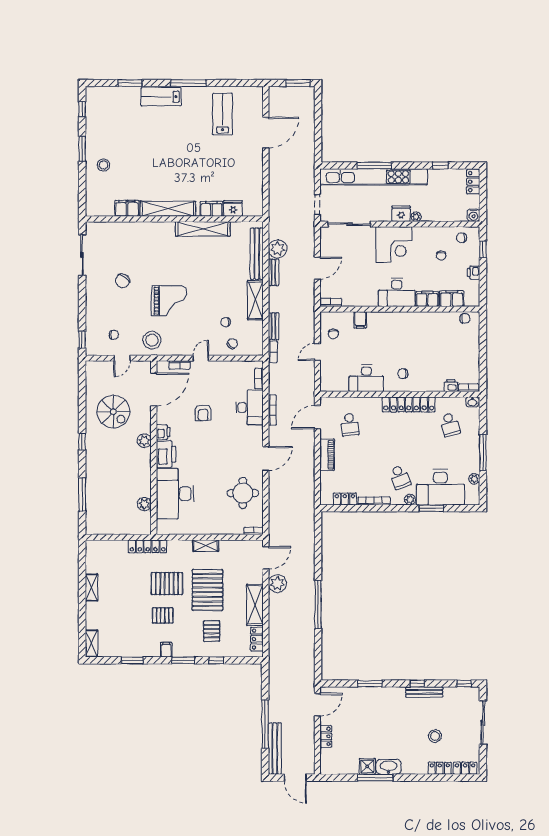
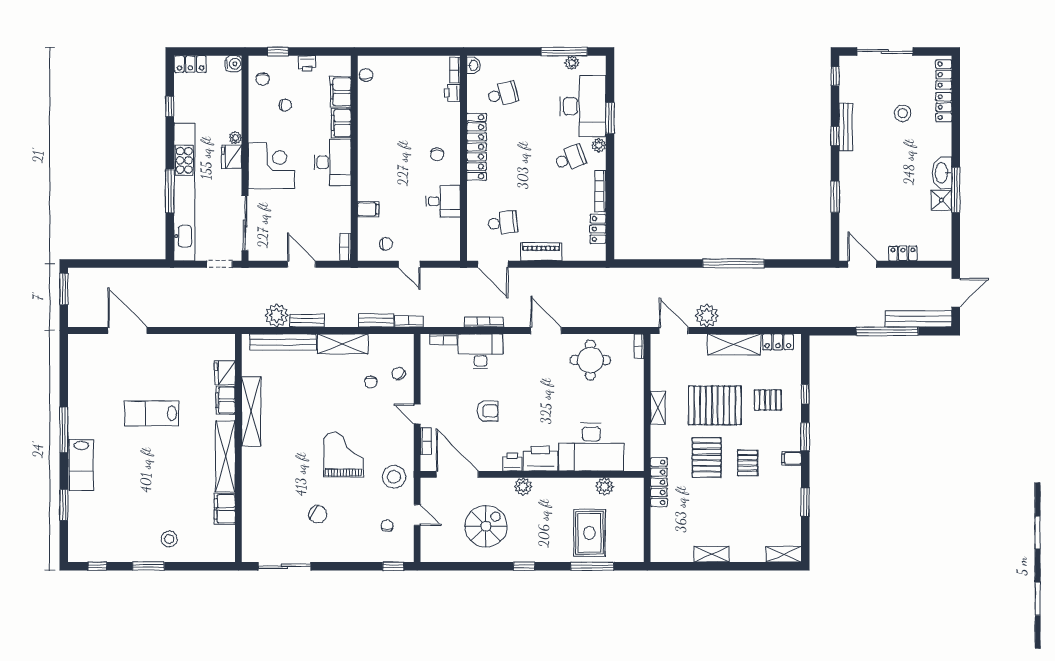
lab bench: (223, 114) -> (152, 413), moved
desk: (366, 378) -> (443, 201), width x0.73
window: (483, 452) -> (564, 52), moved
rug: (108, 492) -> (589, 533), added

